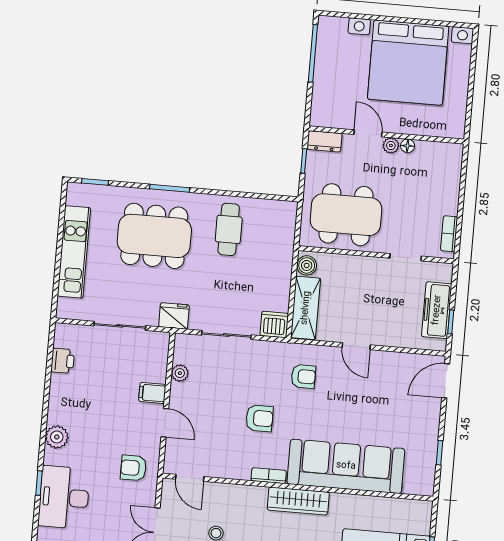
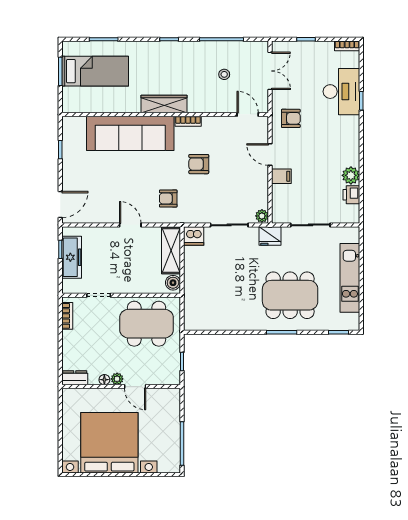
dresser: (324, 141) -> (75, 378), moved
cafe table: (229, 229) -> (234, 305), removed
plant: (180, 373) -> (262, 216), moved
plant: (57, 437) -> (351, 175), moved

